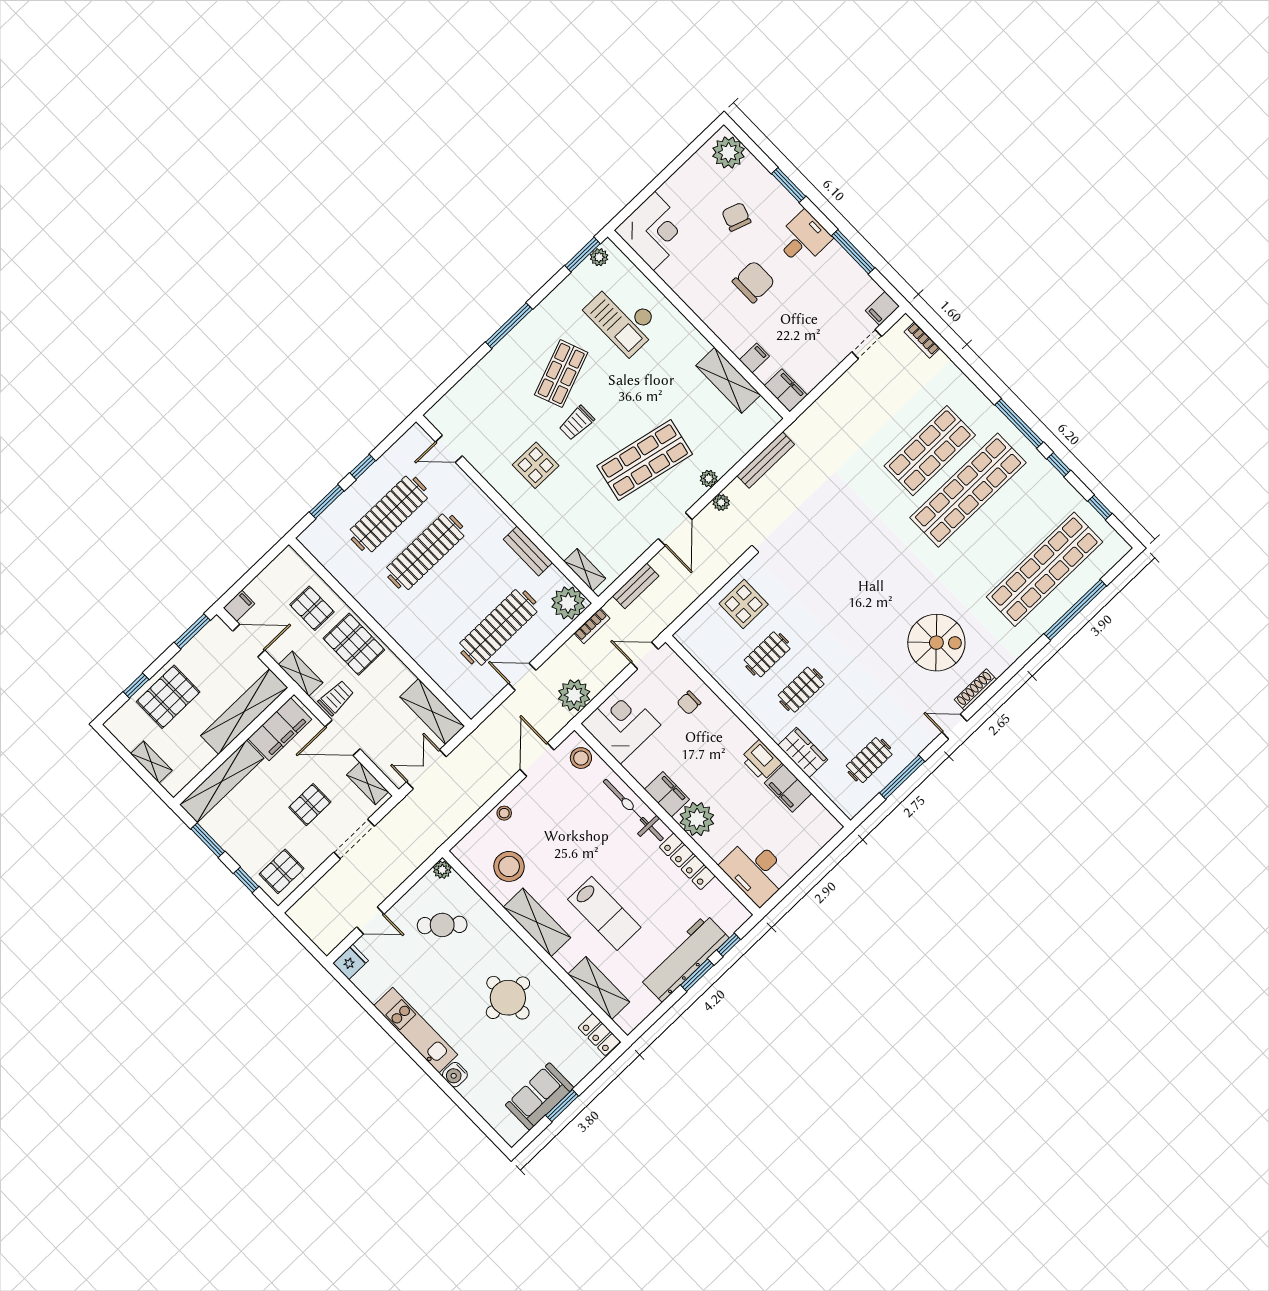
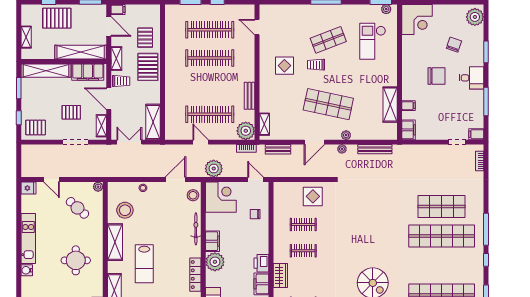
bicycle: (633, 810) -> (196, 229), width x0.73, depth x0.71

